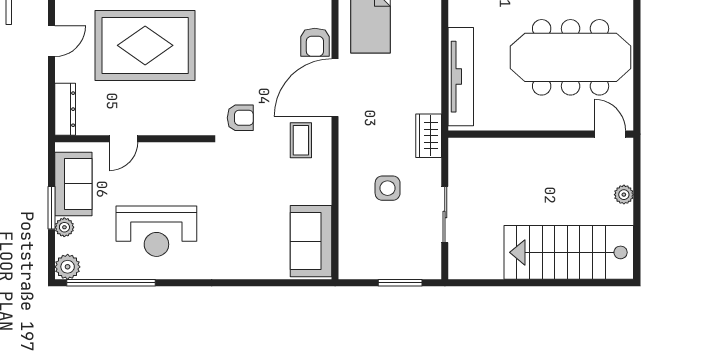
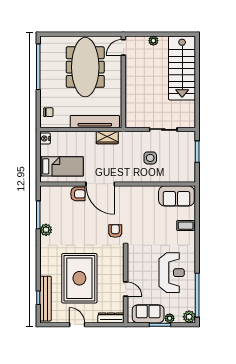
wardrobe: (429, 136) -> (107, 137), moved
coffee table: (301, 140) -> (186, 226), moved

